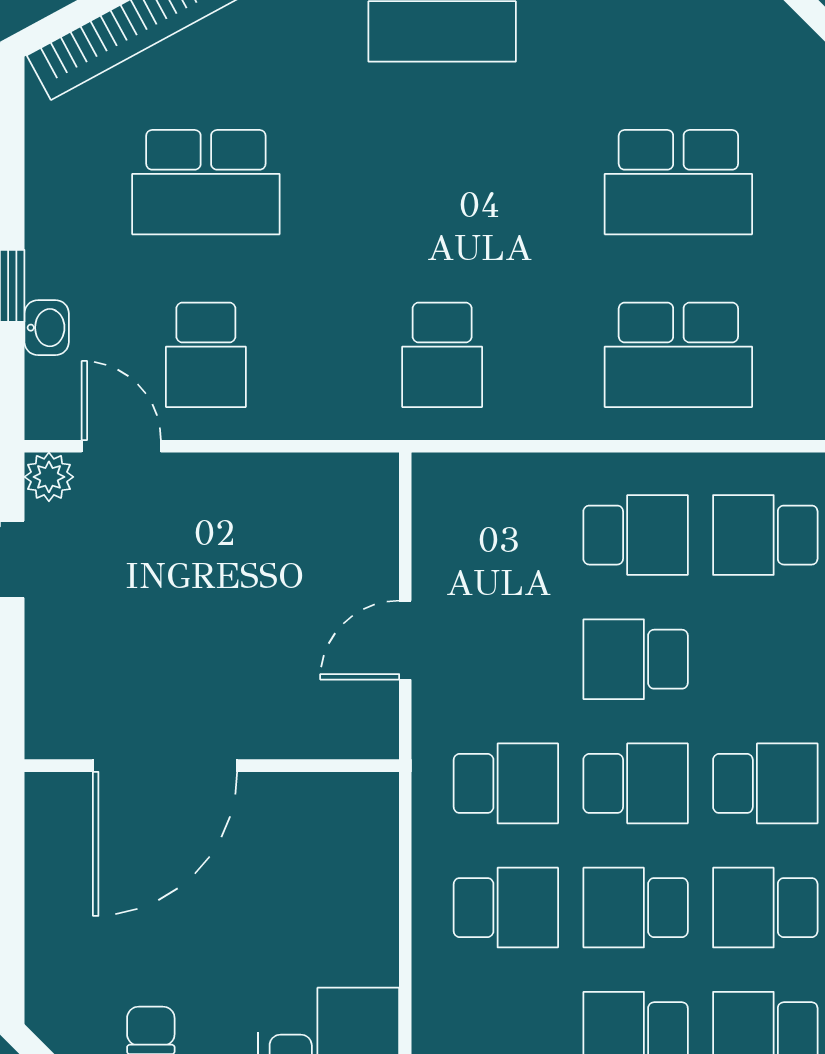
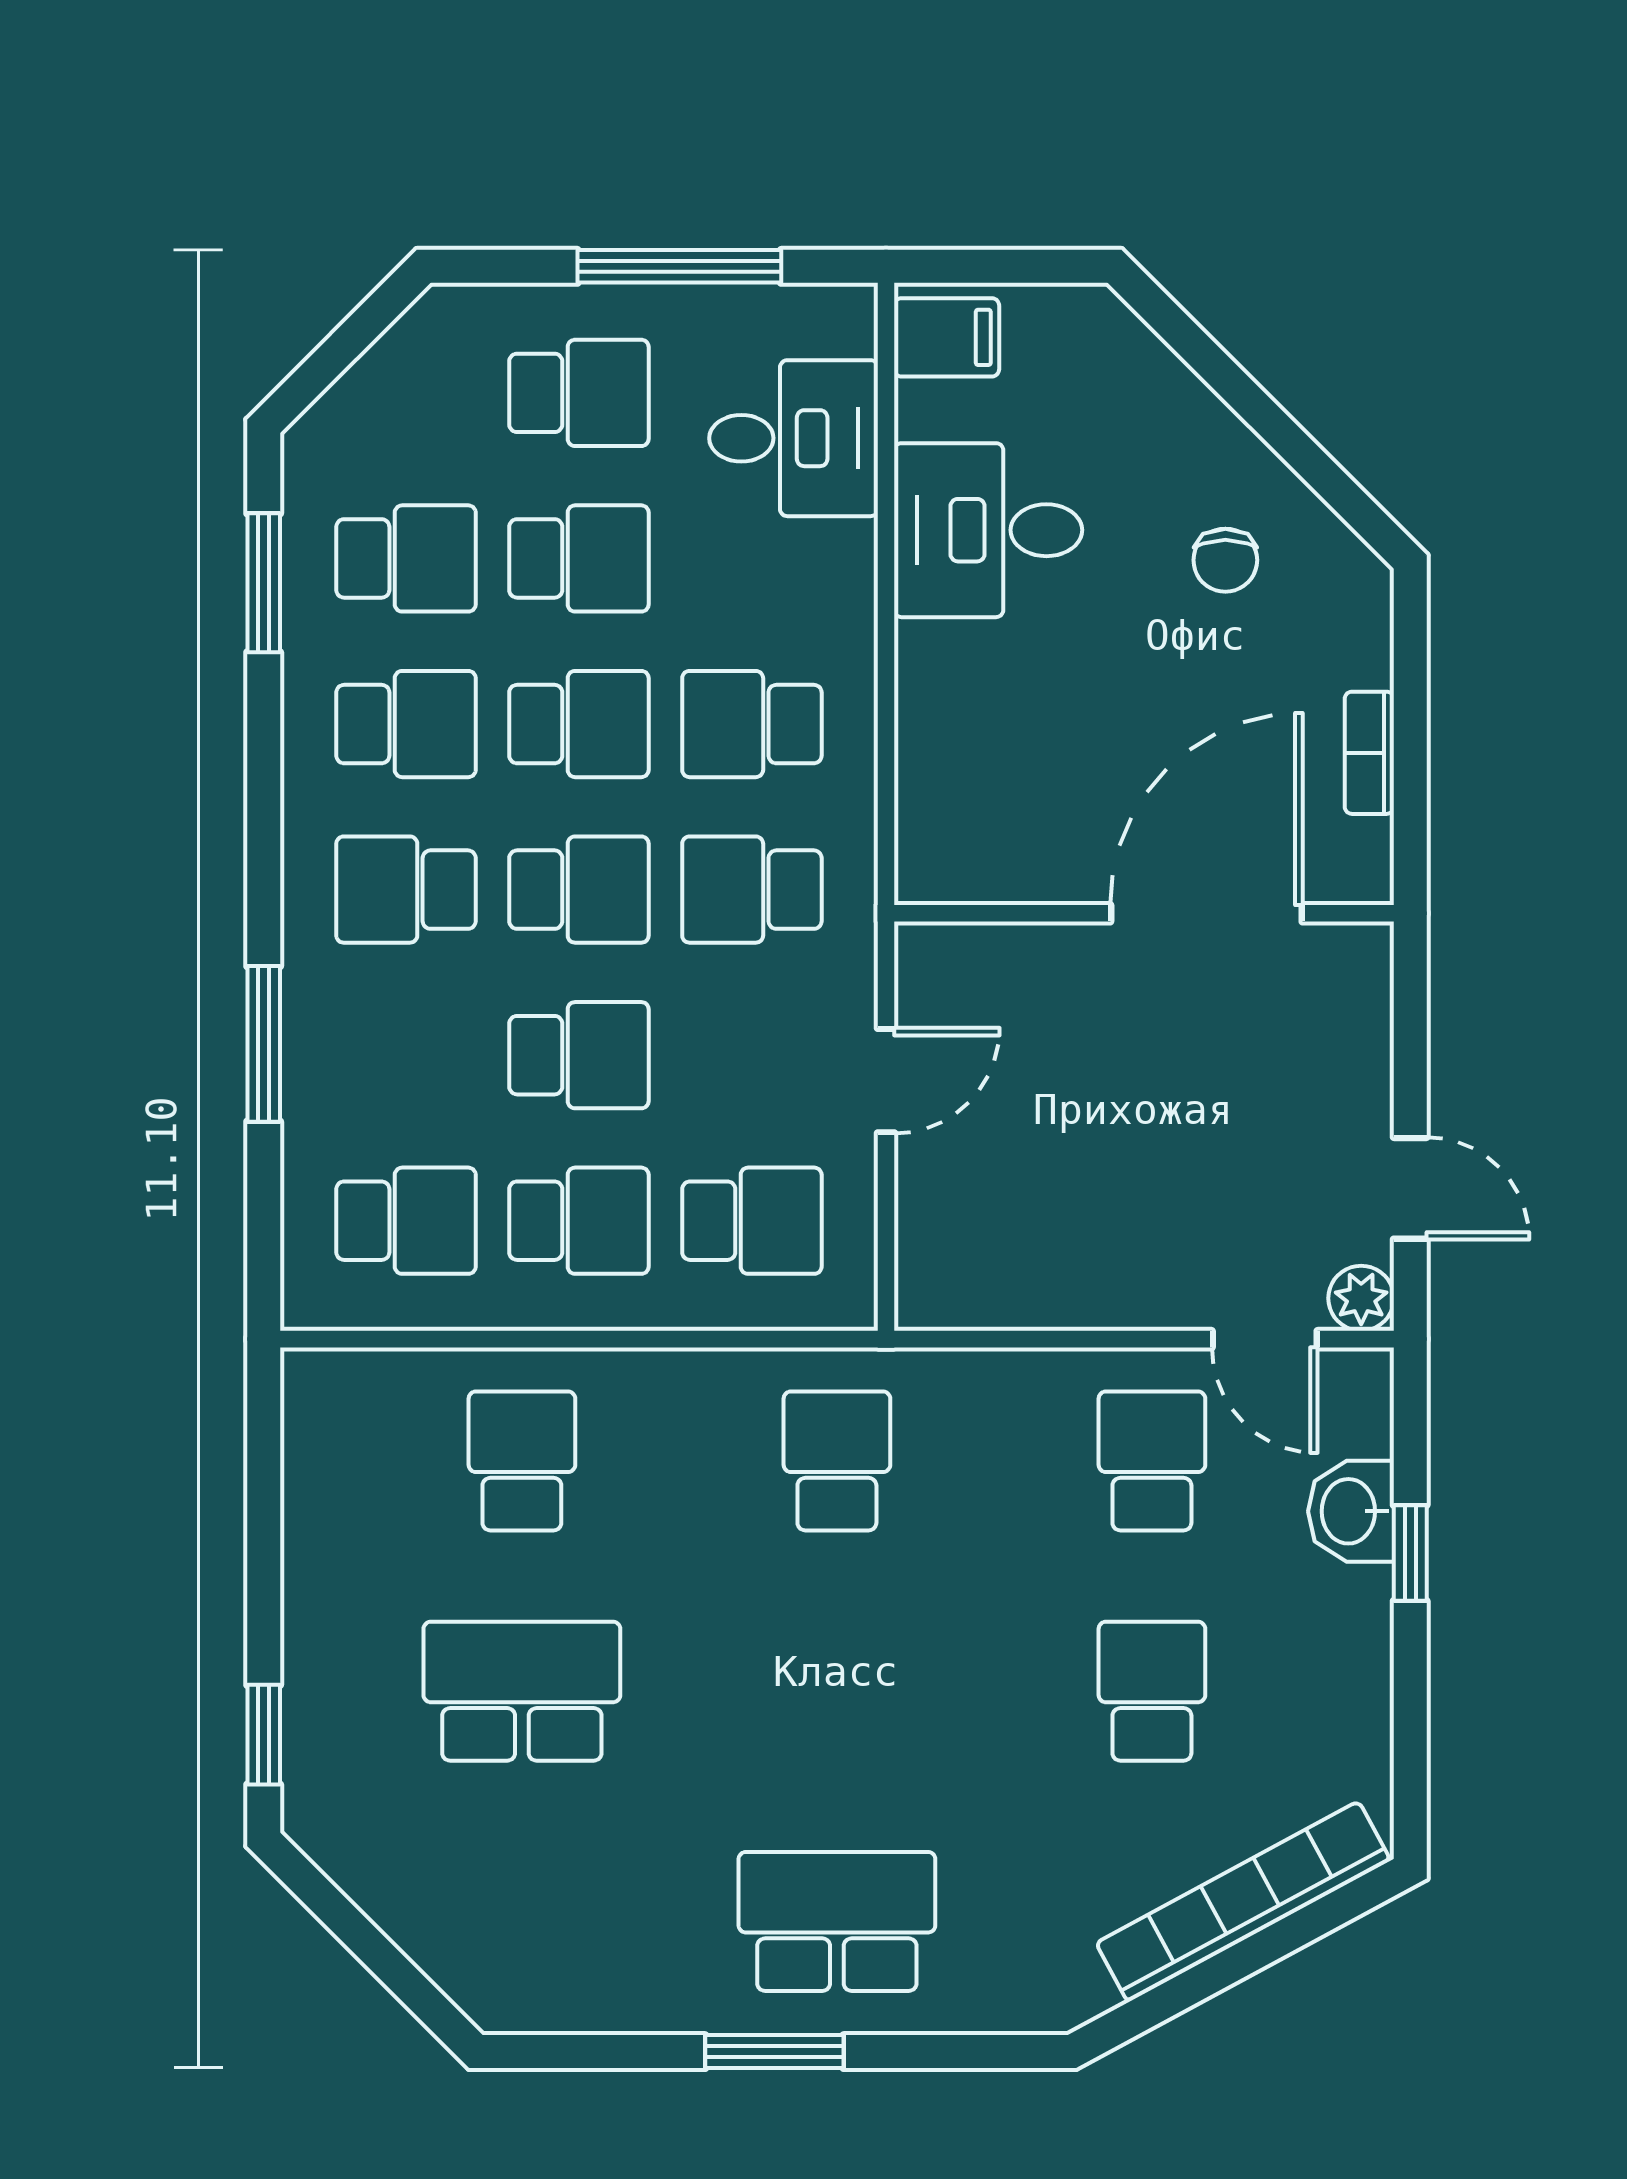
school desk: (206, 182) -> (1152, 1691), width x0.54
washbasin: (47, 328) -> (1351, 1511), width x1.38, depth x1.45
school desk: (678, 355) -> (522, 1461), width x0.54
school desk: (506, 535) -> (752, 1221), added
school desk: (636, 535) -> (579, 1221), turned 180
school desk: (636, 783) -> (579, 890), turned 180
bookcase: (43, 886) -> (1369, 753), added

